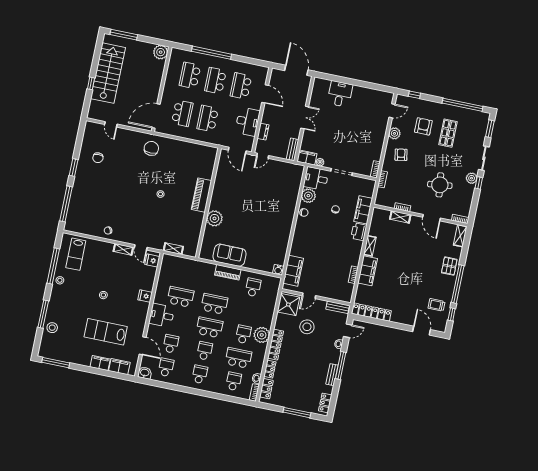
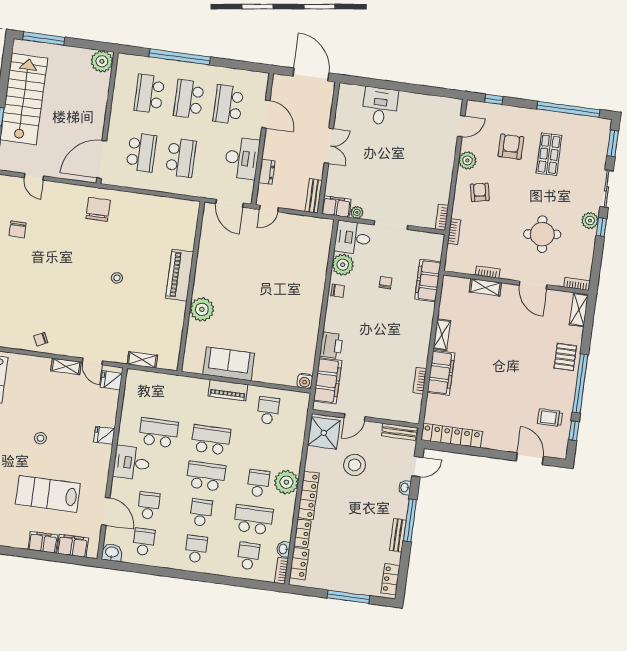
school desk: (208, 119) -> (181, 158), turned 180
printer: (359, 232) -> (331, 345), moved, turned 180

